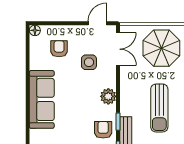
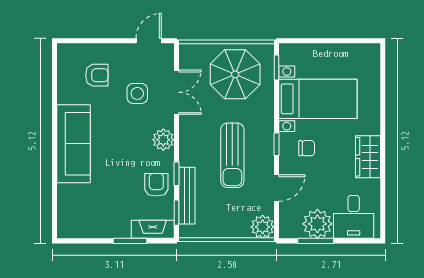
floor lamp: (35, 30) -> (64, 50), removed
armchair: (59, 49) -> (97, 75), turned 90
double door: (118, 49) -> (177, 92), moved

